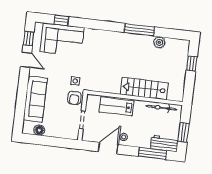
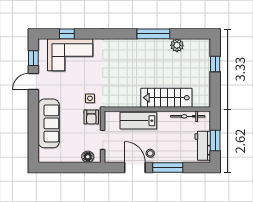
door: (26, 60) -> (33, 82), swing flipped
floor lamp: (39, 130) -> (88, 157), moved
workbench: (164, 144) -> (203, 146), moved, turned -90
door: (108, 148) -> (135, 167), hinge flipped
window: (152, 153) -> (168, 167), moved

